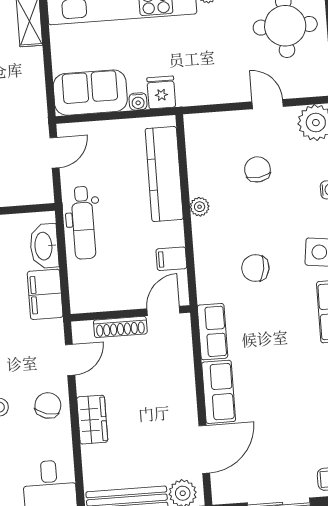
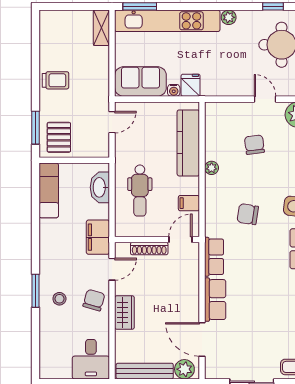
dental chair: (83, 223) -> (140, 191), moved
filing cabinet: (45, 294) -> (98, 237), moved
door: (204, 449) -> (202, 339), swing flipped

